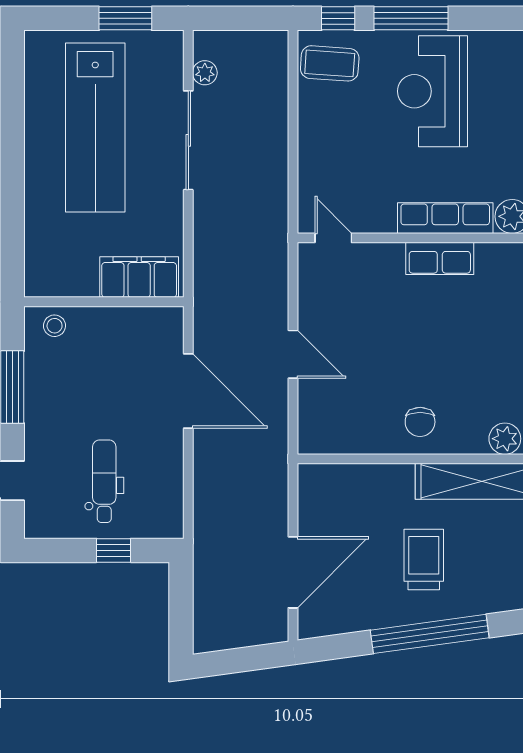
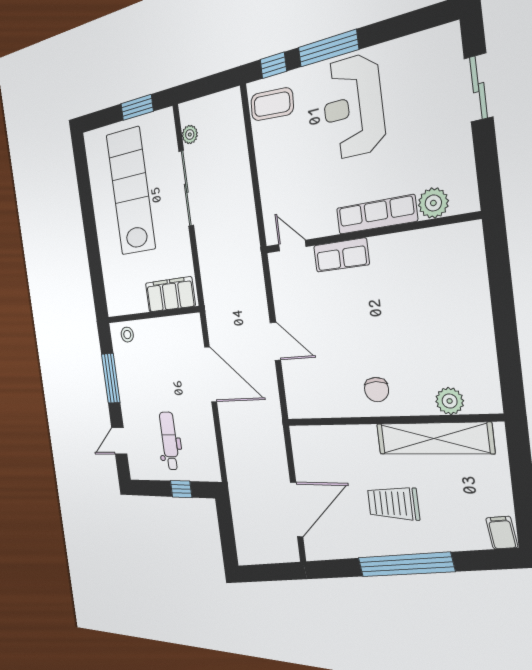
lab bench: (95, 128) -> (131, 191), turned 180
row of seats: (440, 258) -> (341, 255), moved
trolley: (424, 559) -> (393, 503), turned -90

